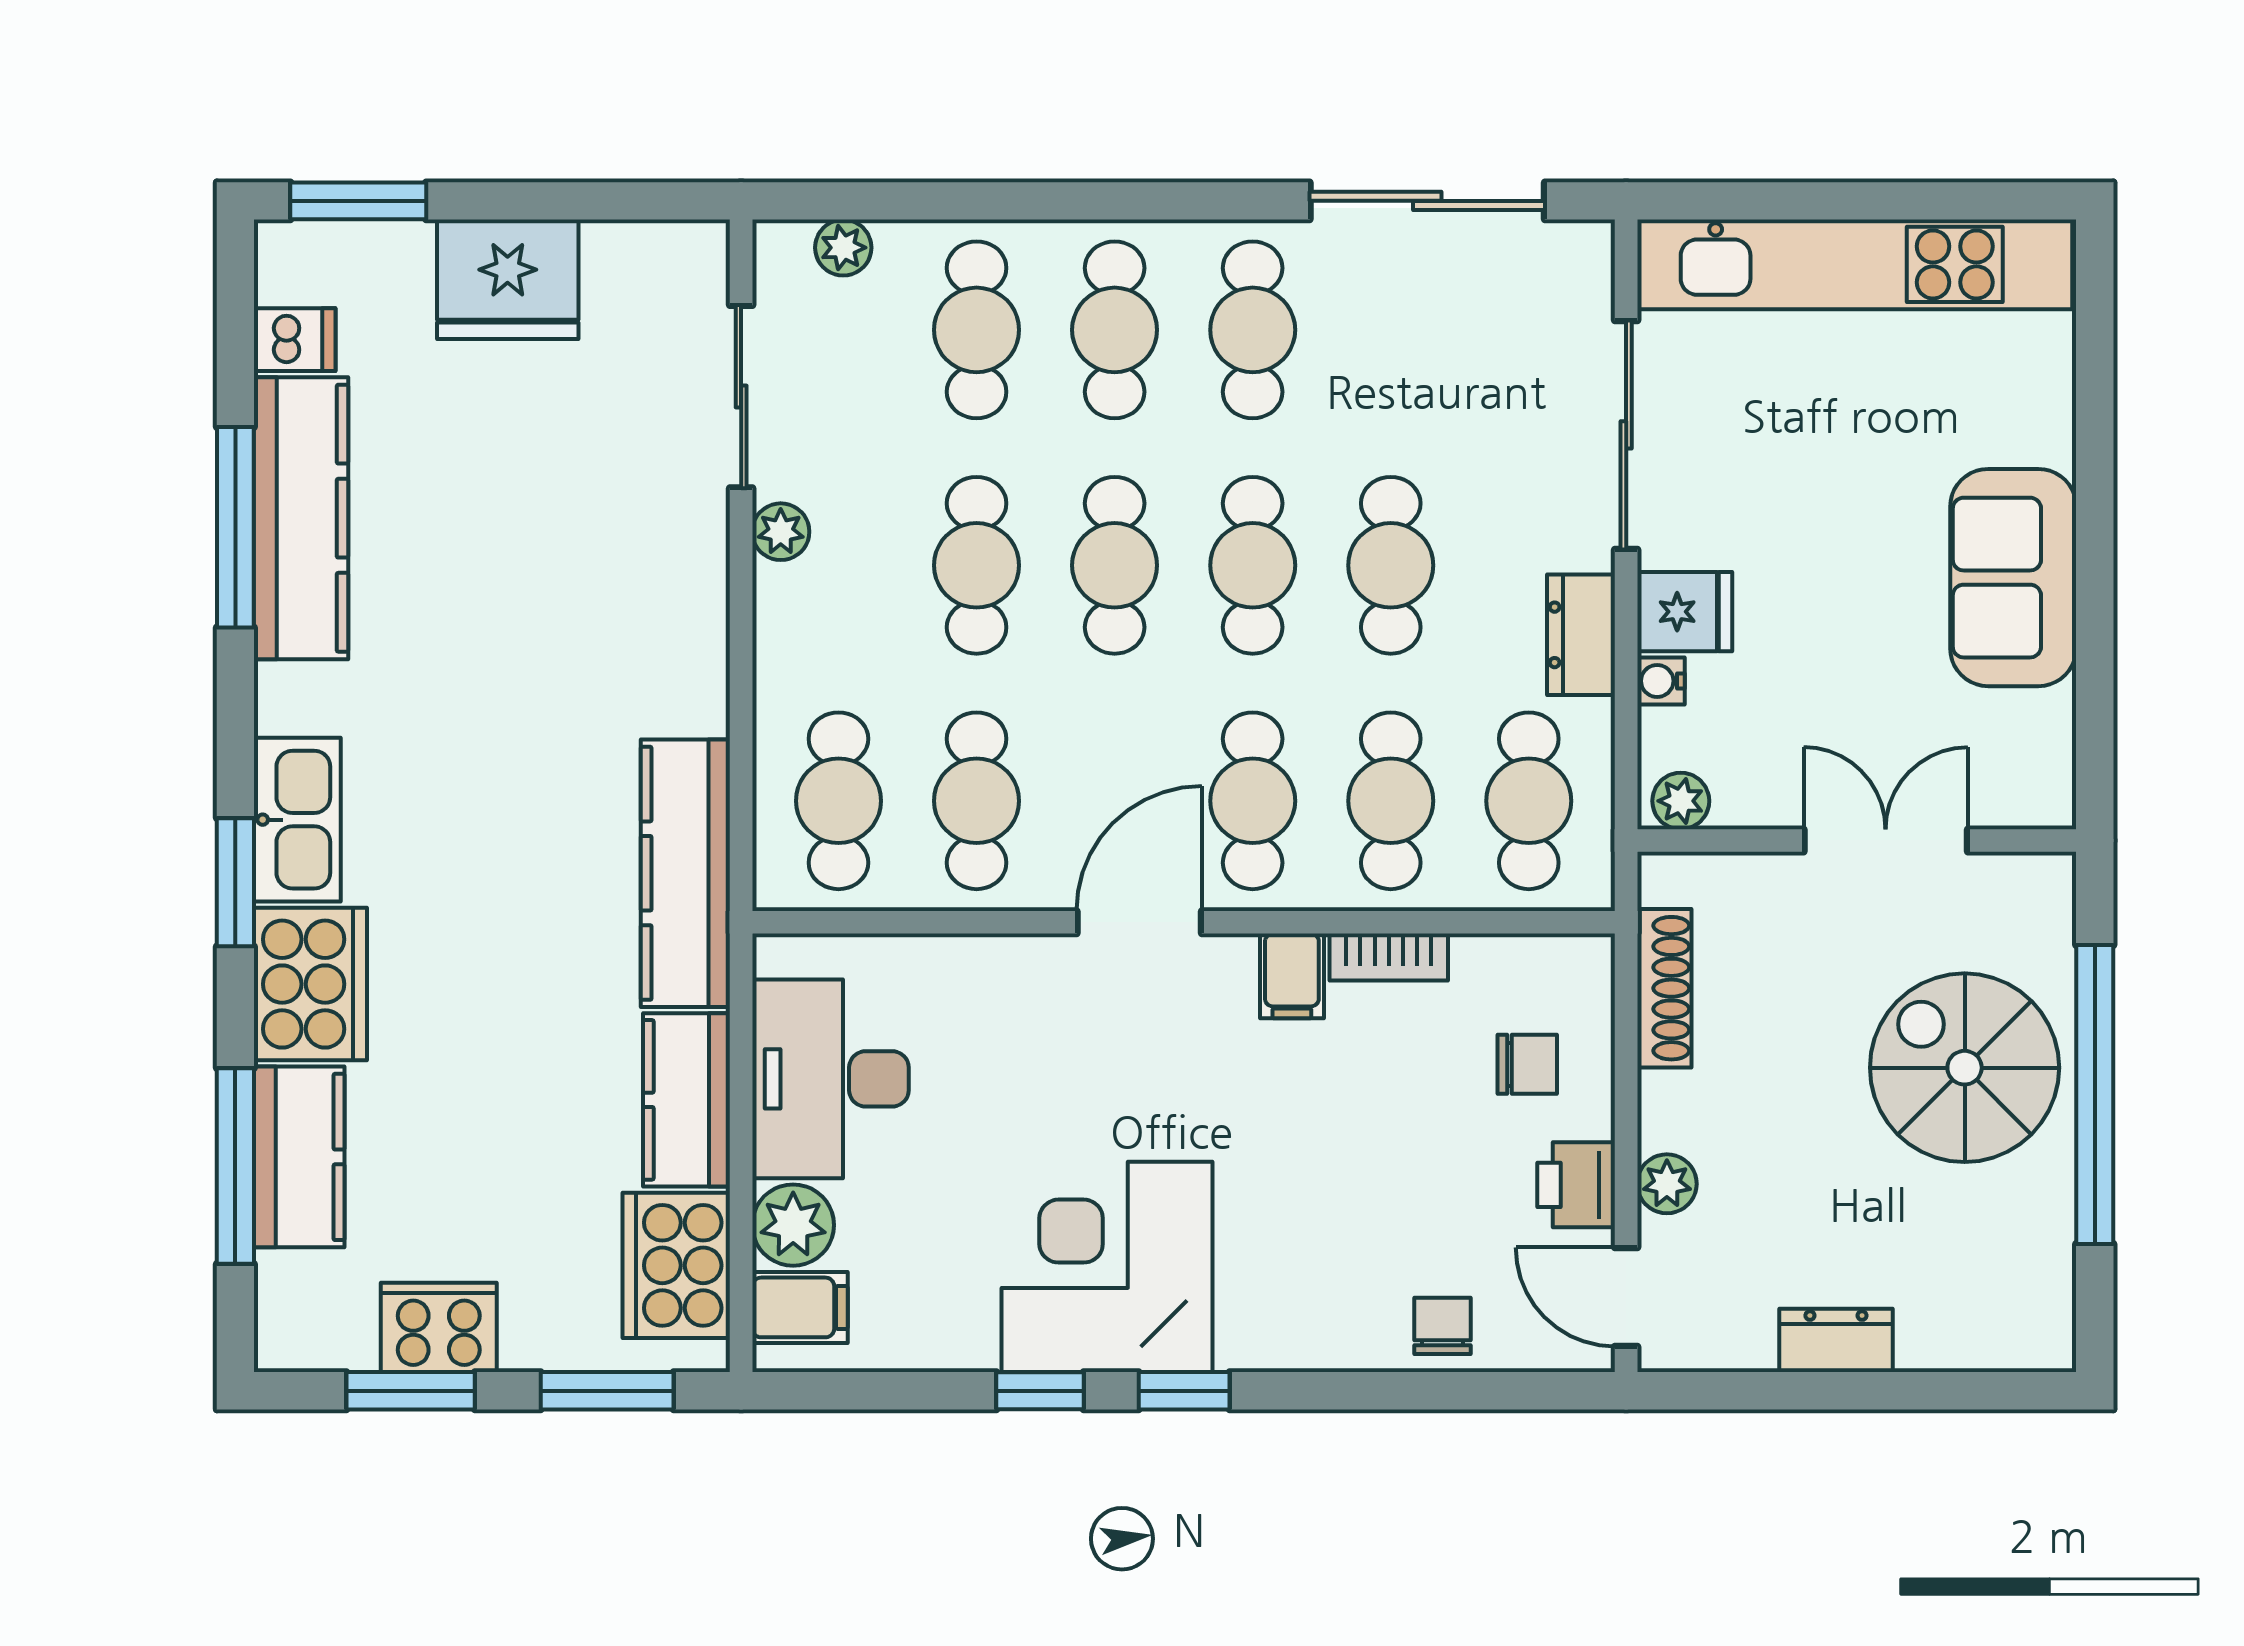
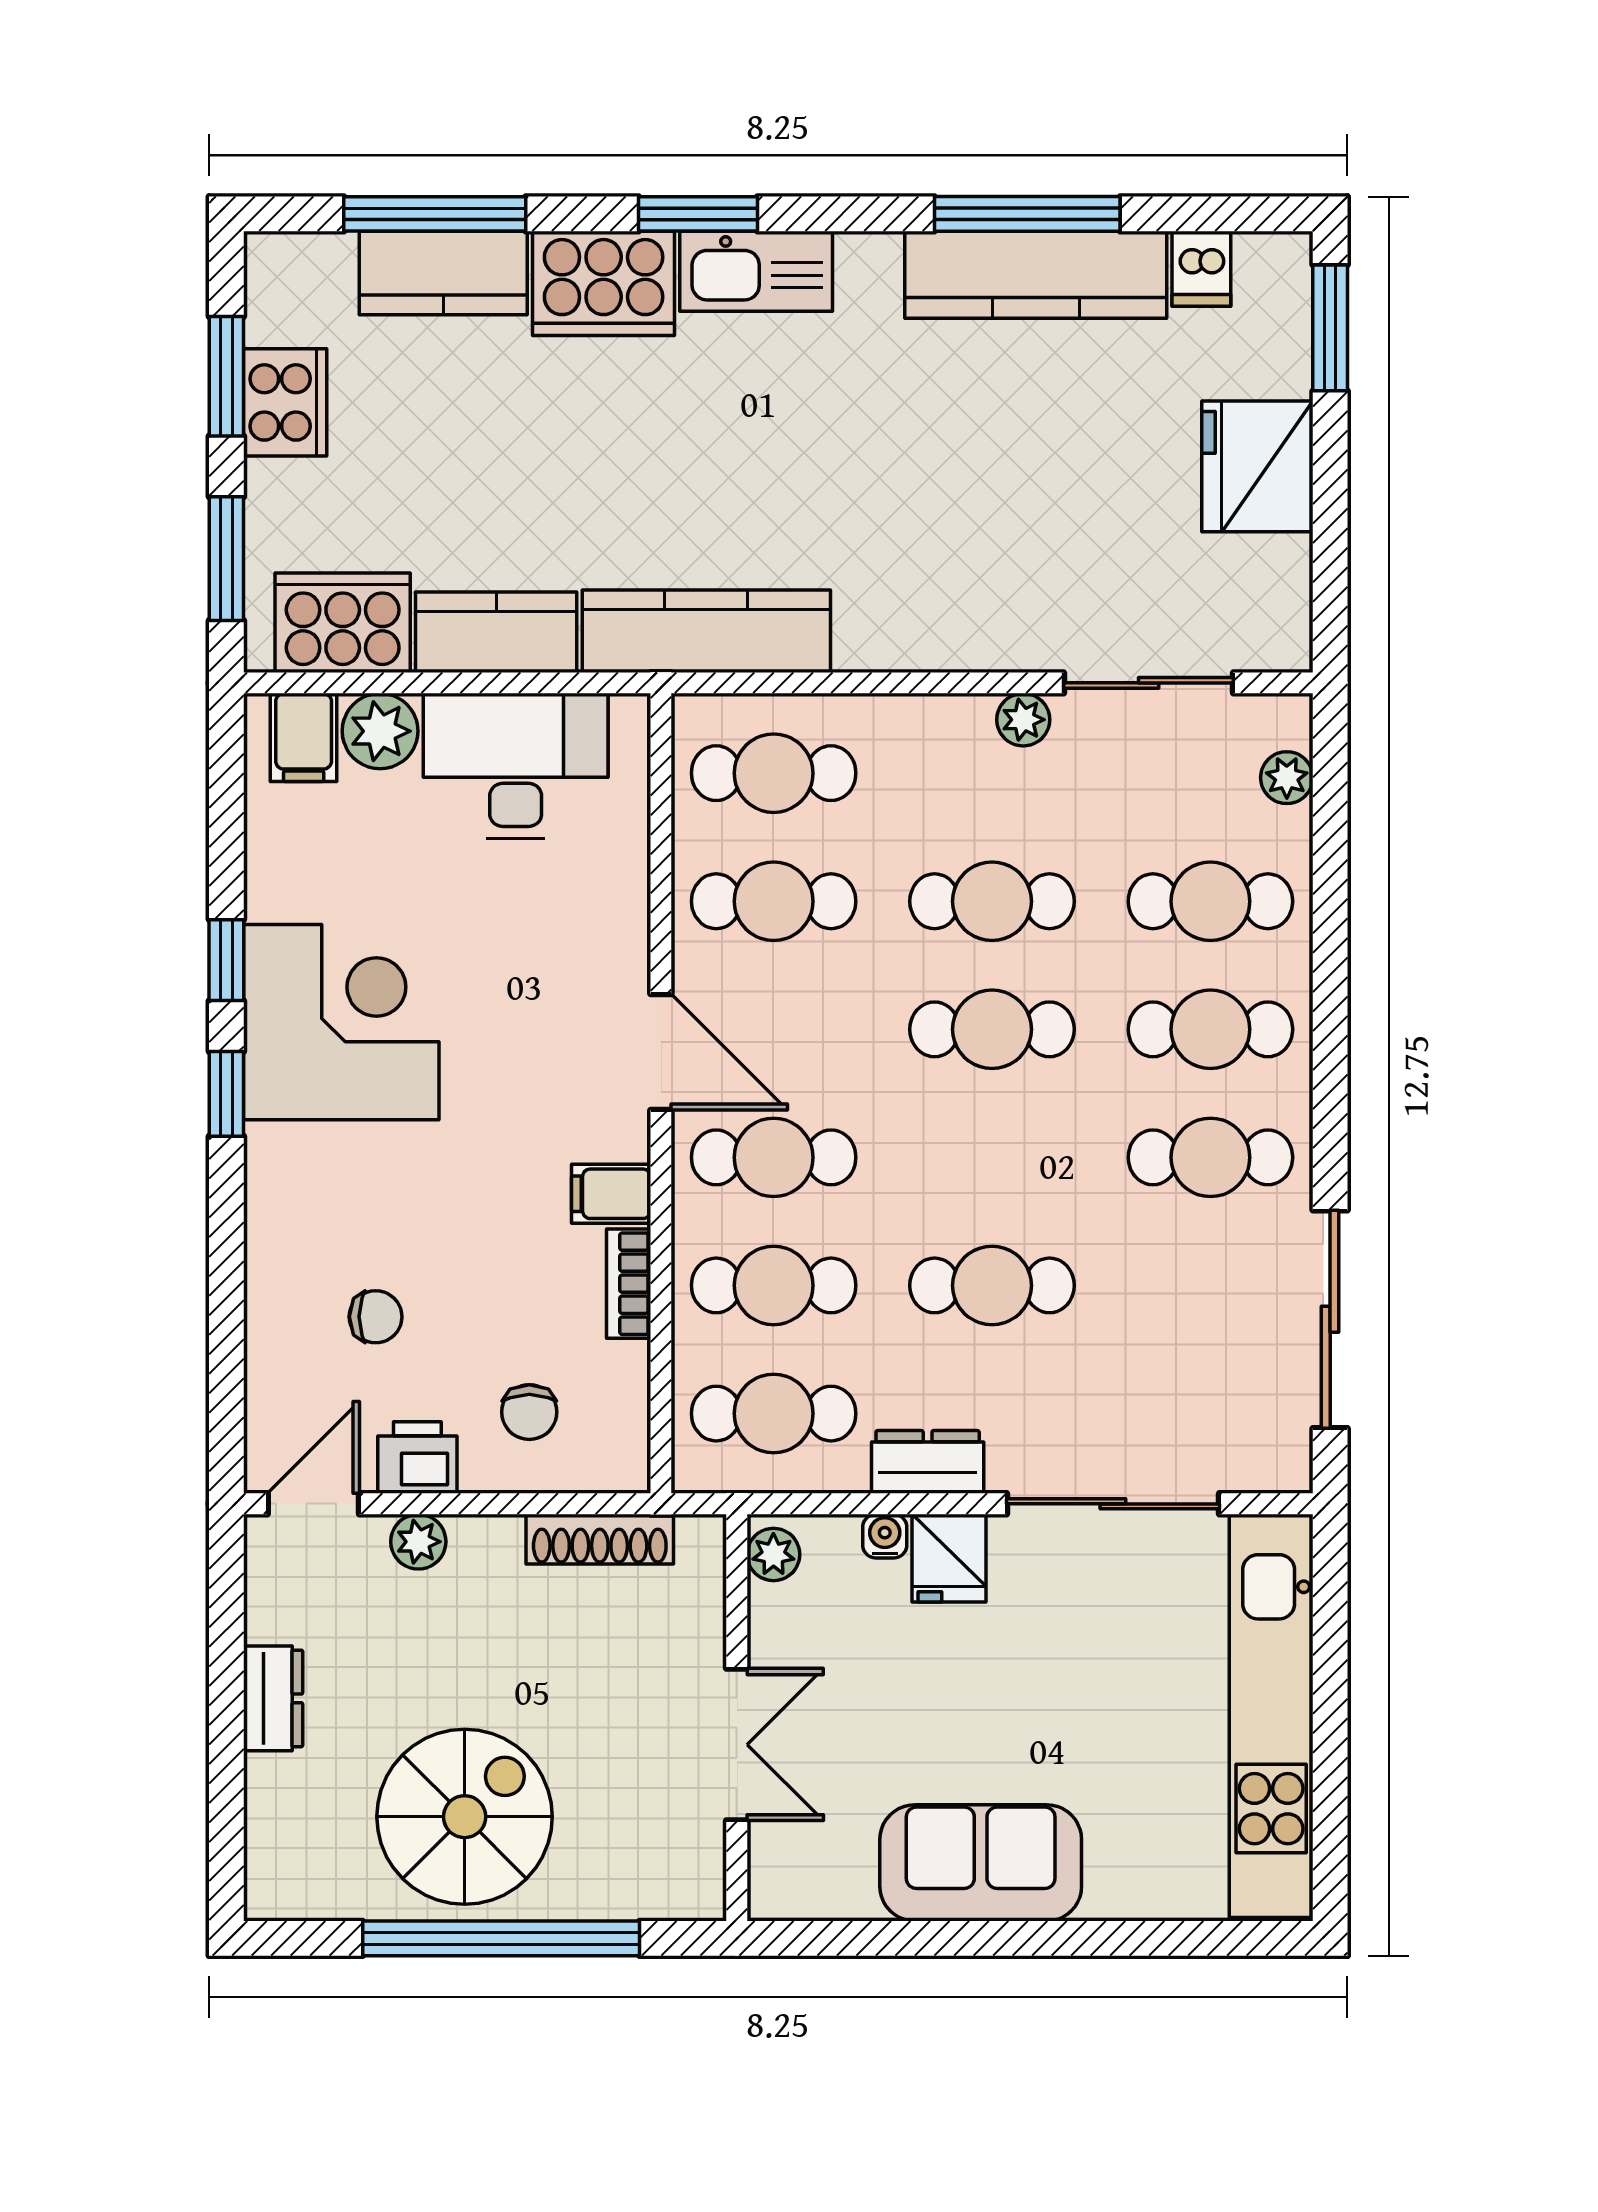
cafe table: (1253, 565) -> (992, 1157), removed
spiral stairs: (1965, 1068) -> (465, 1817), moved
chair: (1443, 1326) -> (376, 1317), moved

